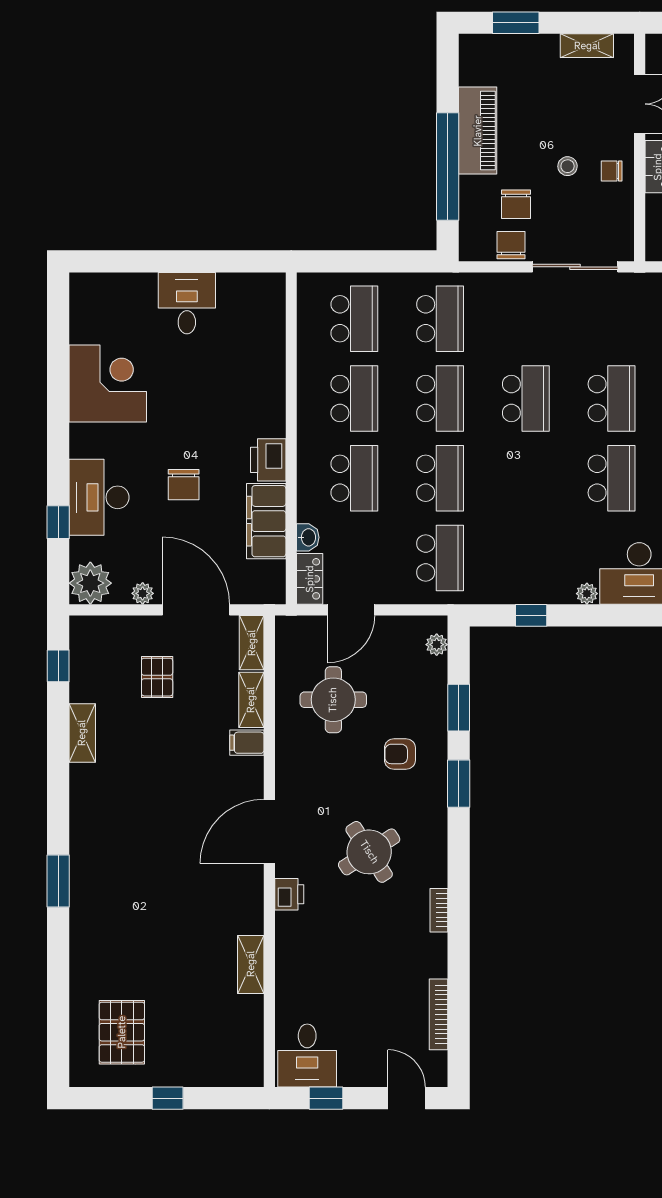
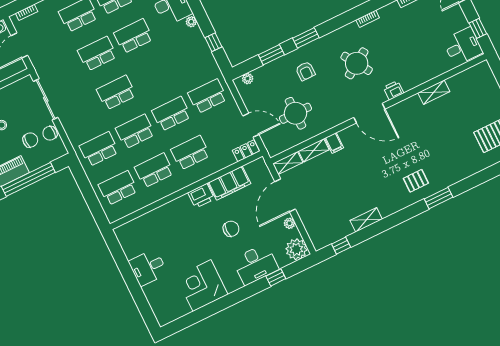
washbasin: (308, 537) -> (227, 161), removed
pallet: (157, 677) -> (416, 181), moved

